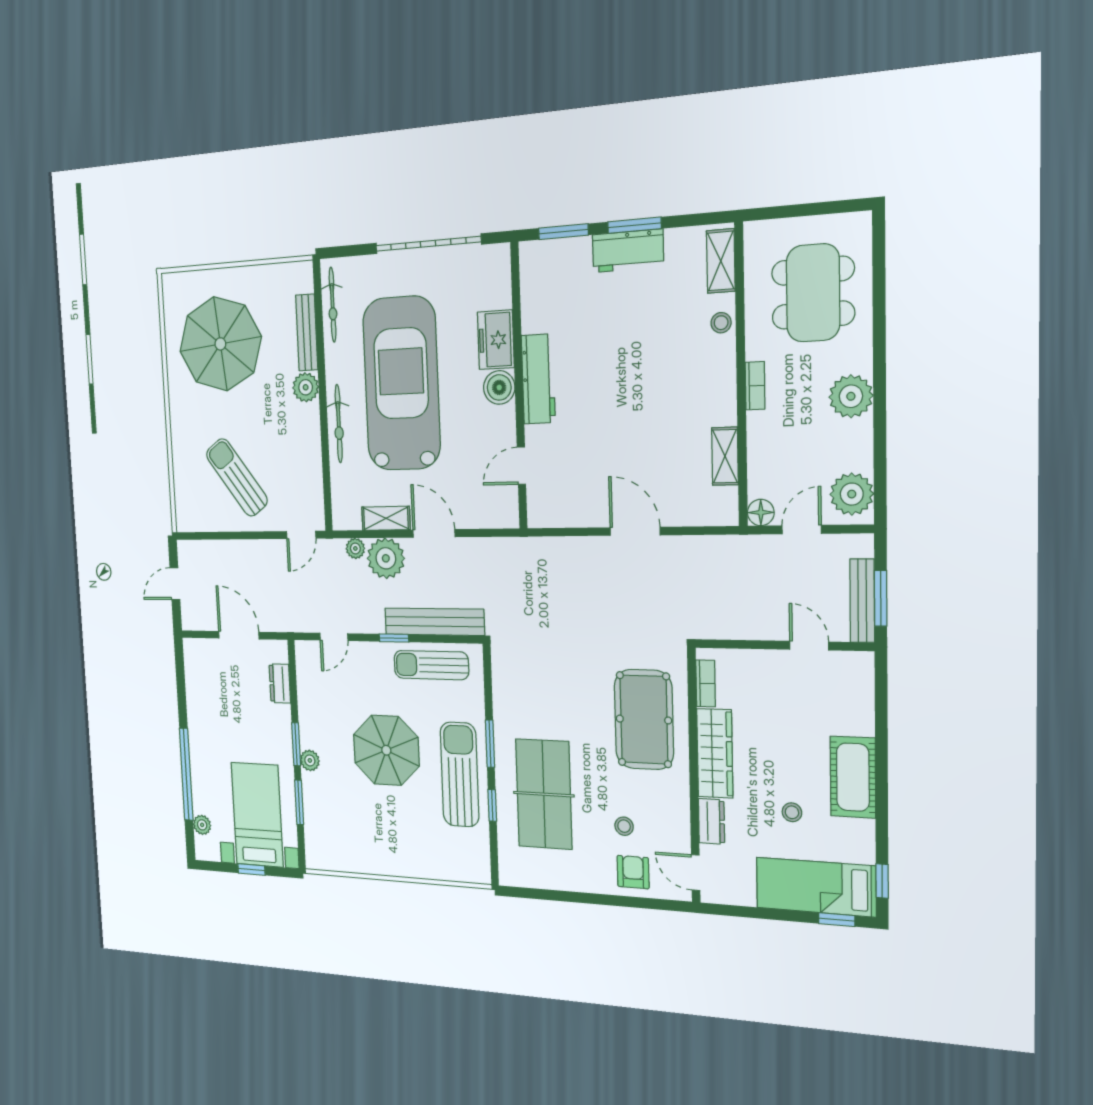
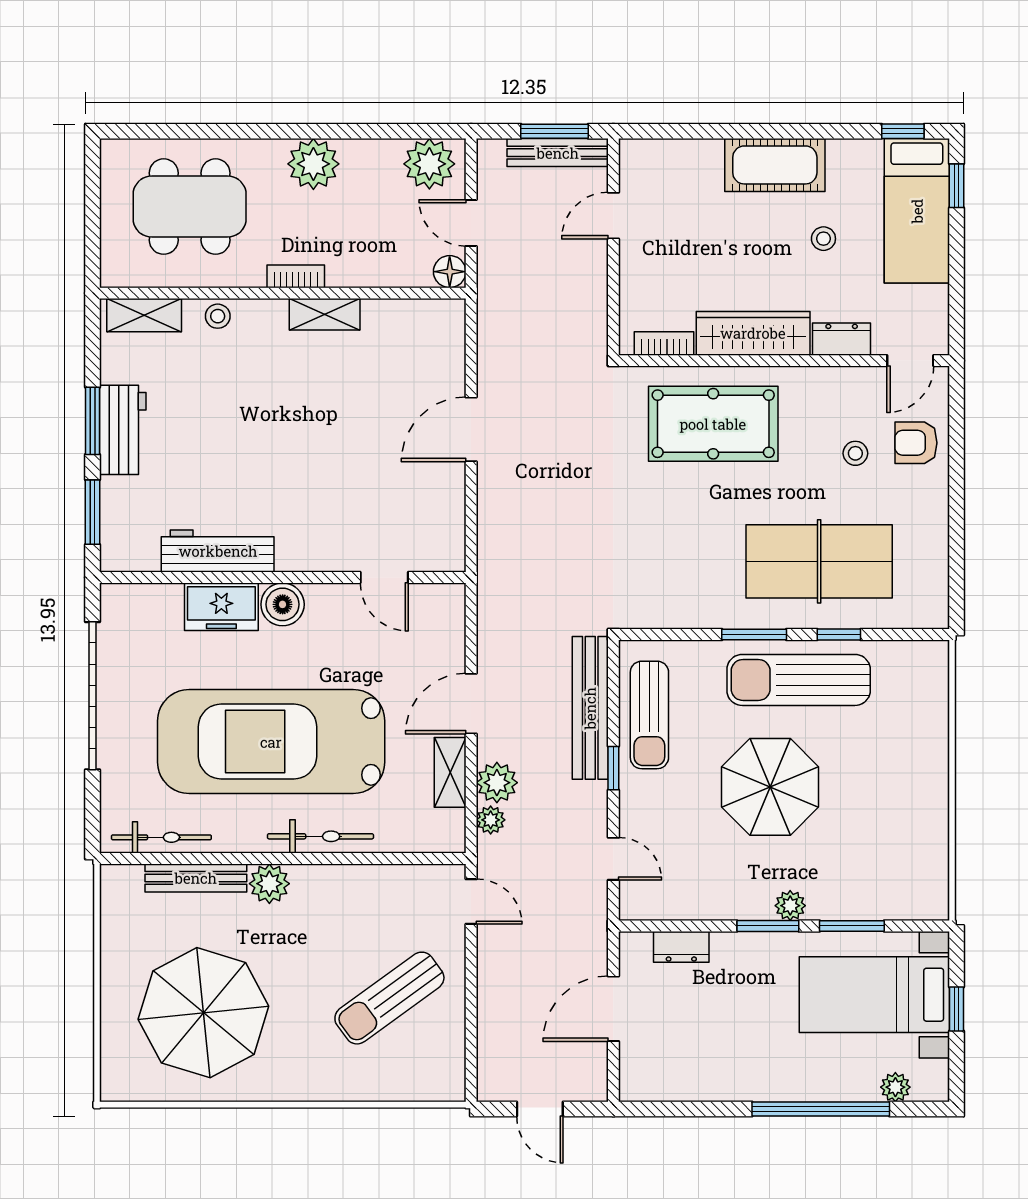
workbench: (538, 379) -> (218, 551), moved
shelving: (725, 456) -> (325, 314), moved
plant: (386, 558) -> (497, 783), width x0.73, depth x0.73

